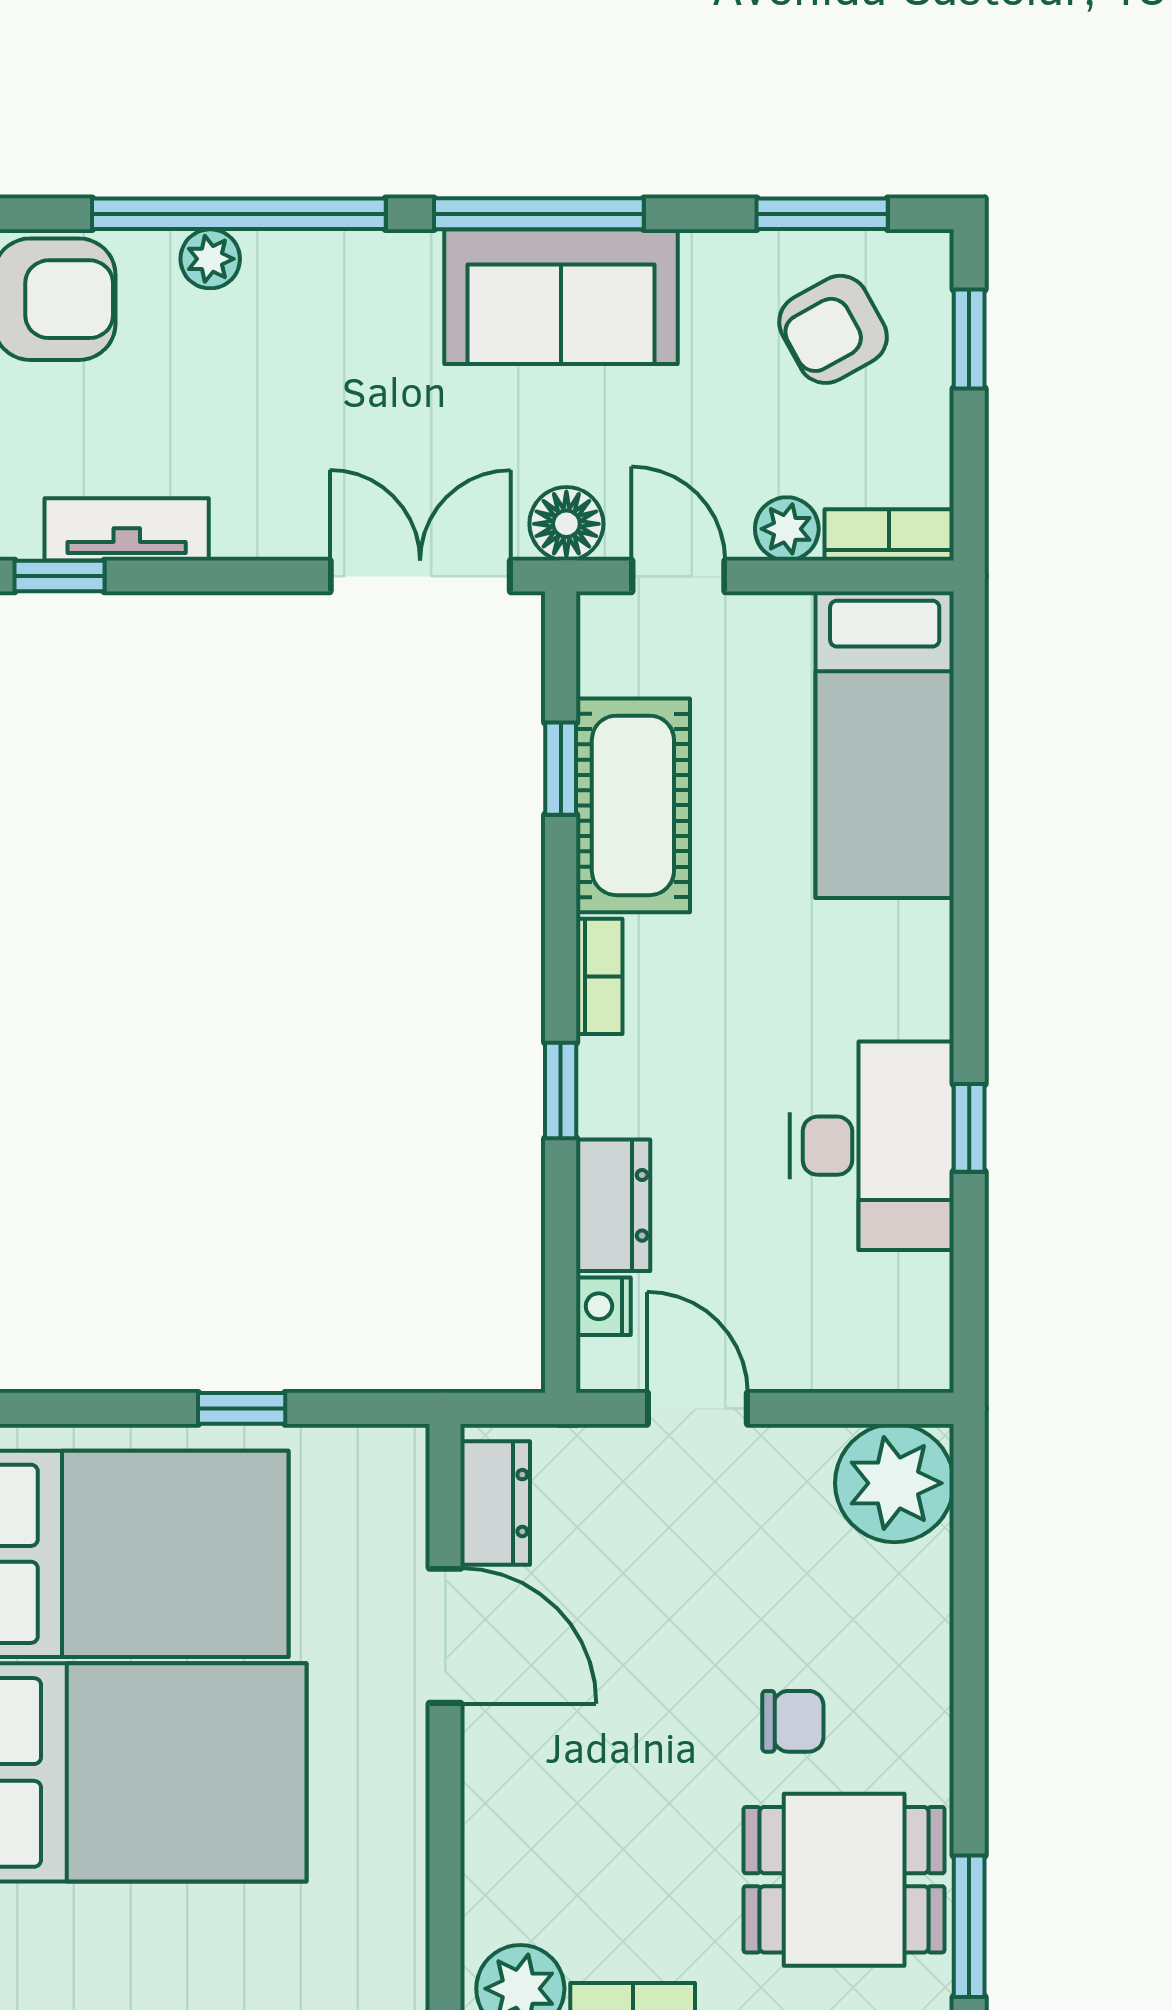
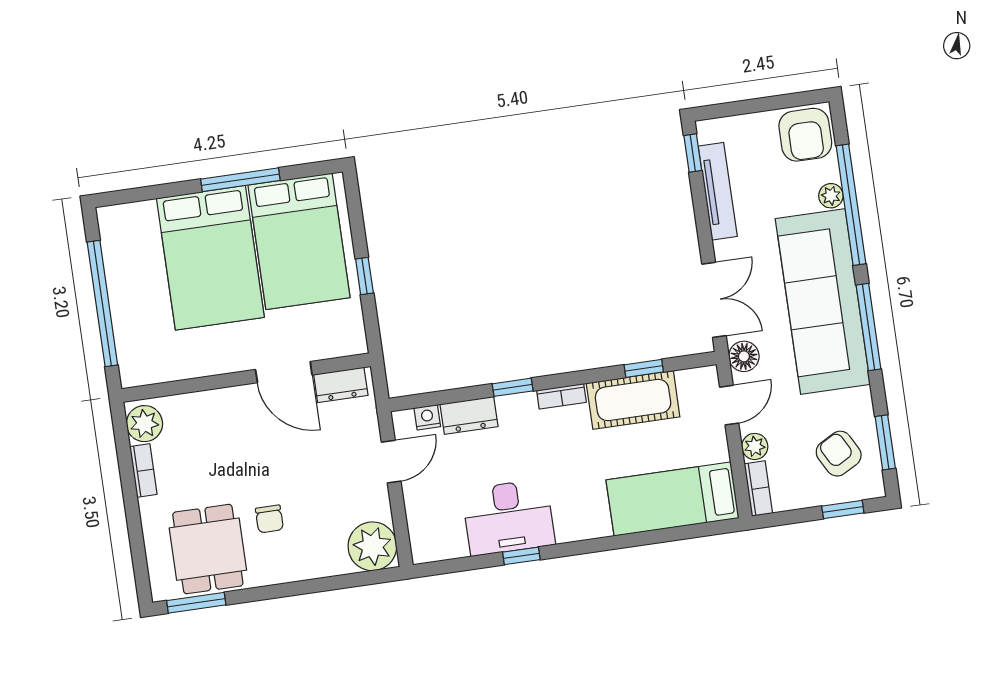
sofa: (561, 297) -> (823, 301), width x1.85, depth x1.27
tv unit: (127, 529) -> (718, 191), width x1.41
door: (445, 1636) -> (284, 372), hinge flipped

